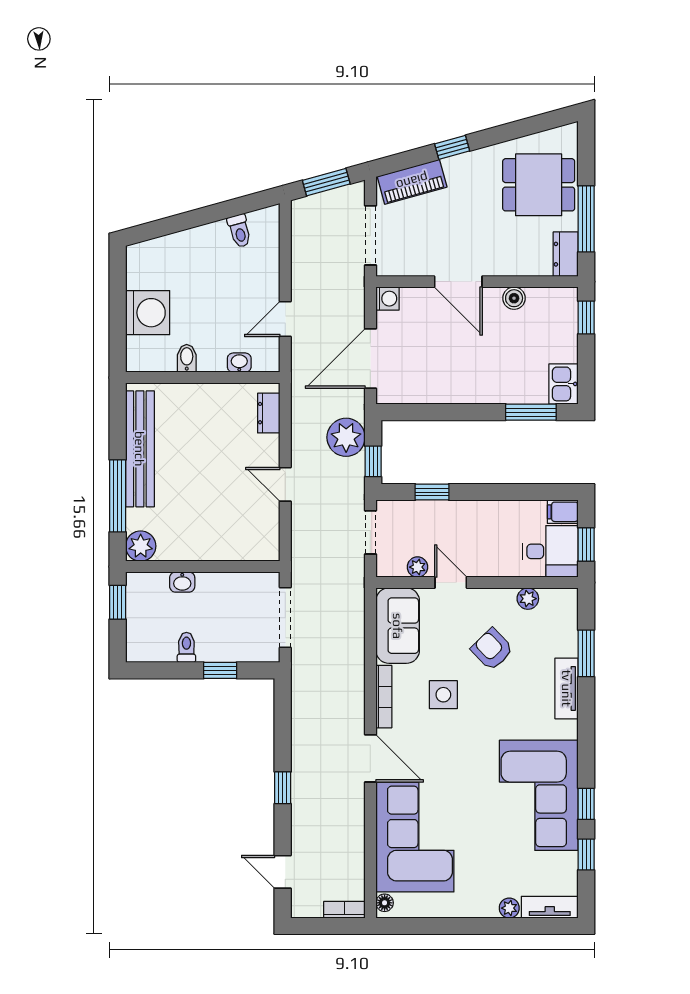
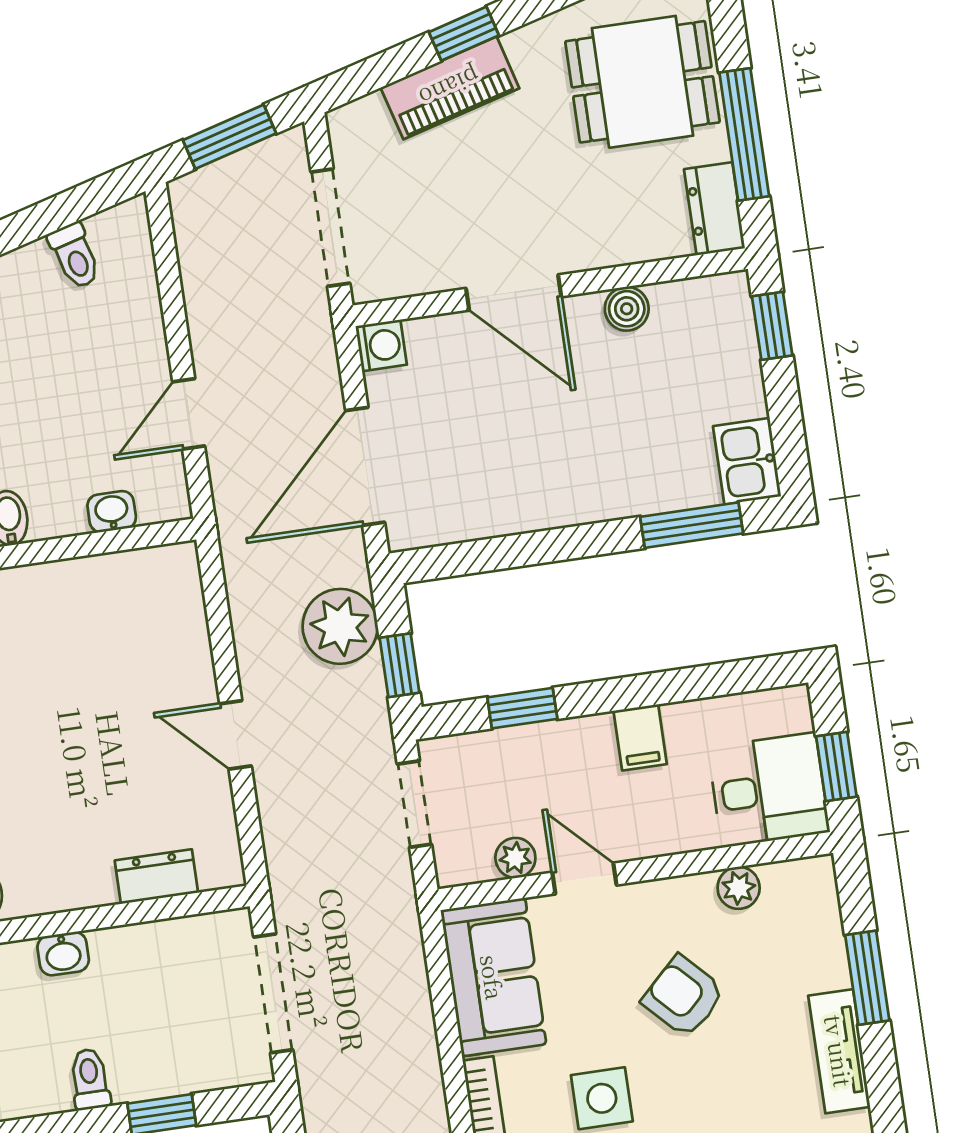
piano: (412, 182) -> (450, 88), moved
dresser: (269, 413) -> (156, 877), moved, turned 90
filing cabinet: (563, 512) -> (640, 737), moved, turned -90

